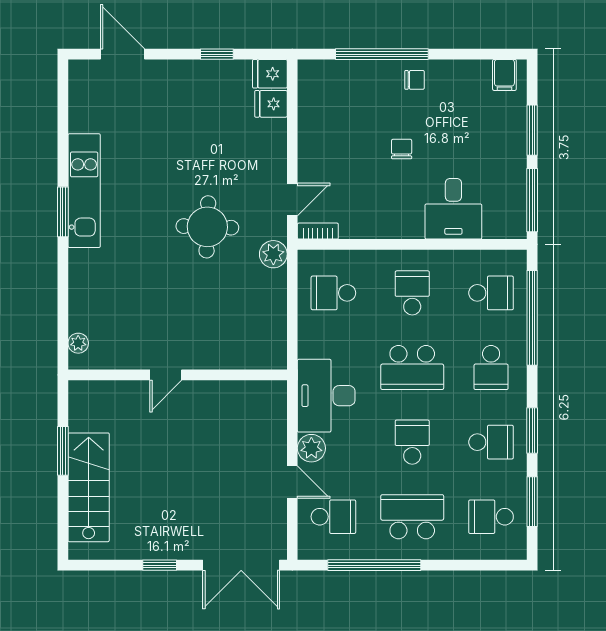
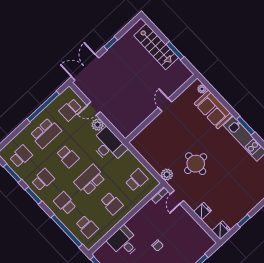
fridge: (271, 104) -> (203, 211), moved
sofa: (92, 290) -> (213, 109), added
school desk: (491, 293) -> (87, 227), turned -90
school desk: (491, 442) -> (43, 180), turned 180

